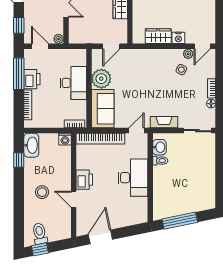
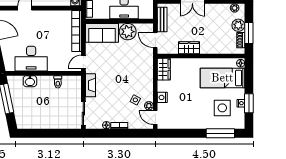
wardrobe: (158, 36) -> (164, 69), moved
bench: (87, 38) -> (162, 20), added
door: (137, 131) -> (83, 62), swing flipped
washbasin: (159, 147) -> (30, 81), moved
desk: (133, 178) -> (31, 59), moved
printer: (84, 180) -> (42, 17), removed

